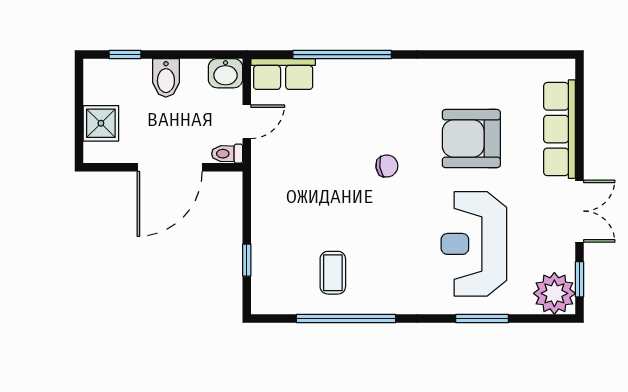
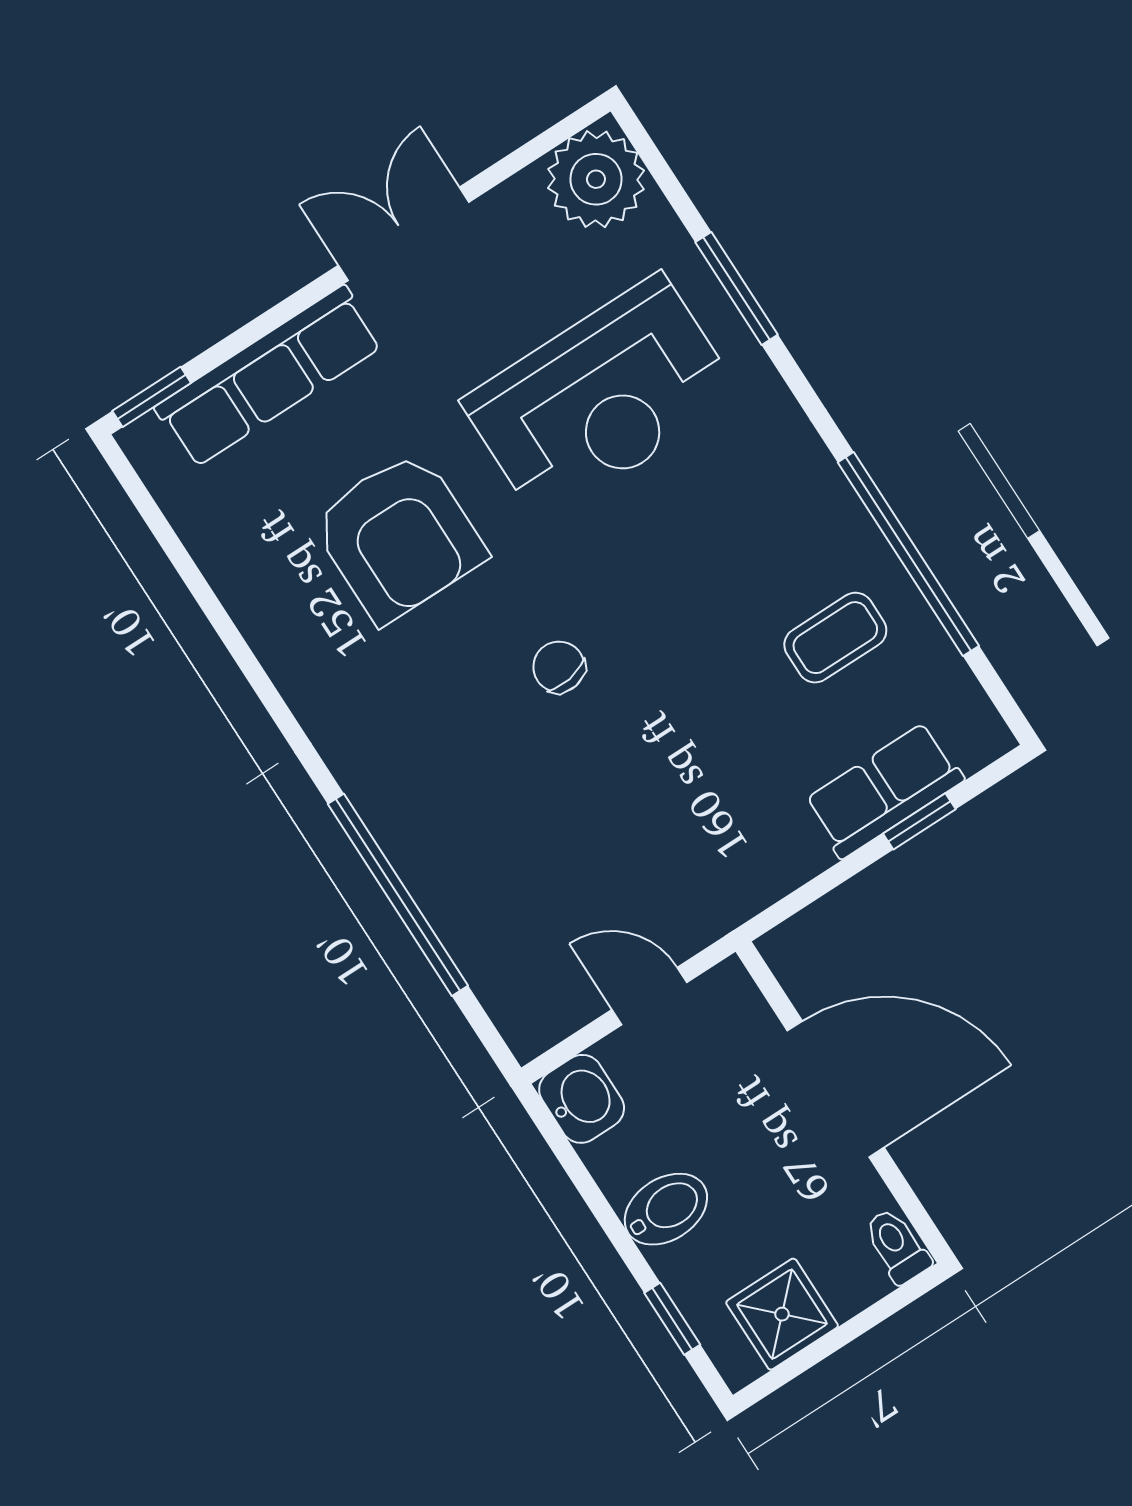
row of seats: (283, 74) -> (884, 790), moved, turned -90
shower: (101, 123) -> (782, 1314), moved
toilet: (227, 154) -> (897, 1246), moved, turned 180
window: (580, 279) -> (152, 397), moved

